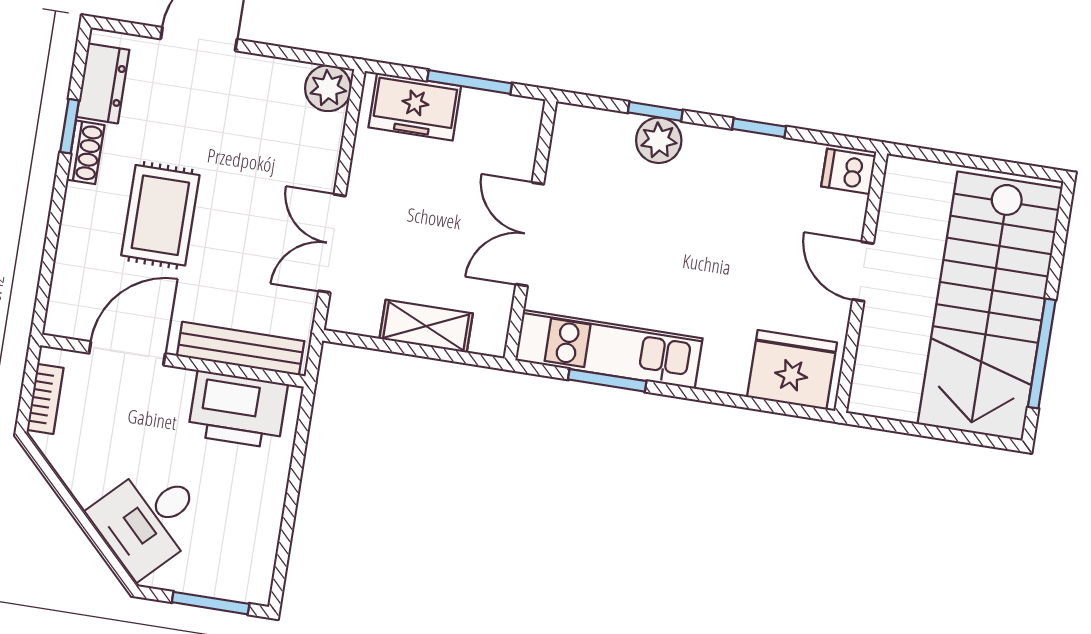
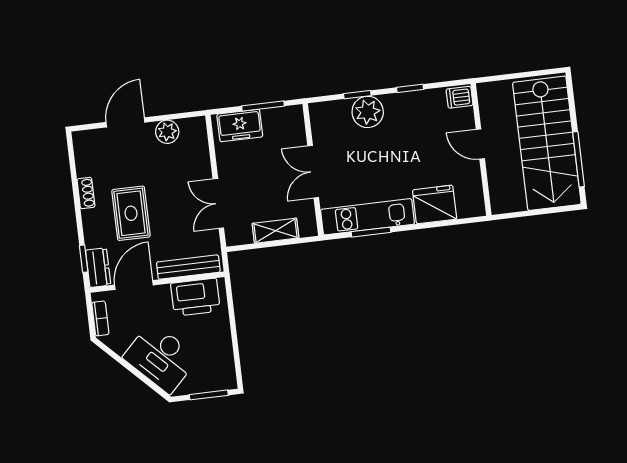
dresser: (103, 83) -> (98, 268), moved
plant: (328, 88) -> (167, 132), moved
window: (70, 126) -> (84, 259), moved
plant: (659, 140) -> (368, 112), width x1.36, depth x1.36
fridge: (792, 370) -> (435, 204), moved
desk: (148, 519) -> (160, 358), width x1.37

